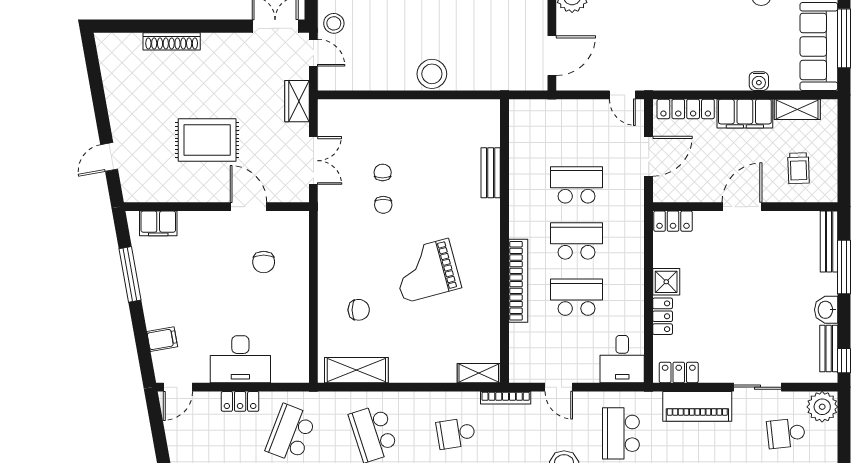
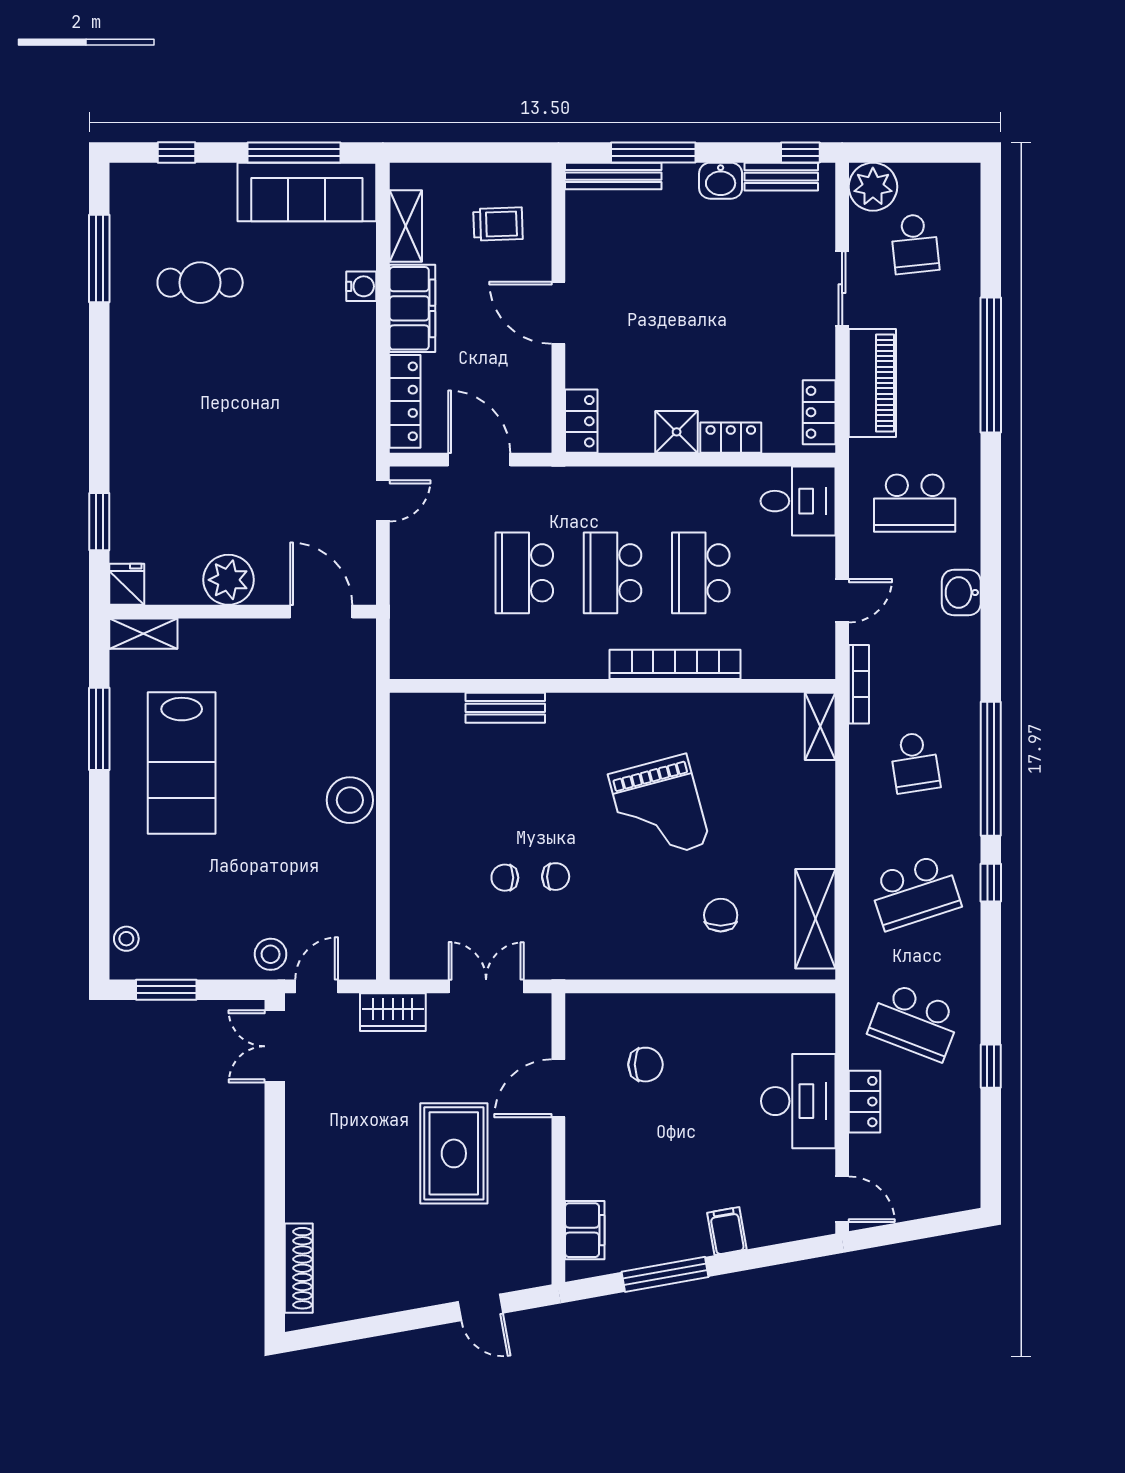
shoe rack: (172, 41) -> (299, 1268), moved
filing cabinet: (162, 339) -> (727, 1231), moved

